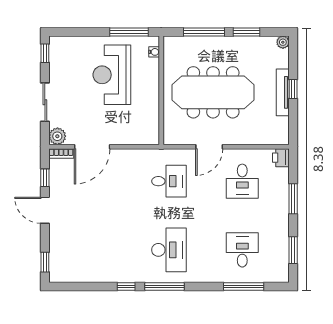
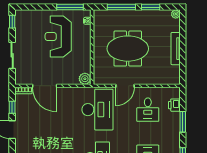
window: (293, 89) -> (183, 46), removed
meeting table: (213, 92) -> (128, 49), width x0.73
plant: (57, 136) -> (85, 79), moved
door: (92, 147) -> (45, 86), hinge flipped
printer: (281, 158) -> (174, 105), moved
desk: (169, 181) -> (97, 110), width x1.87, depth x1.30

